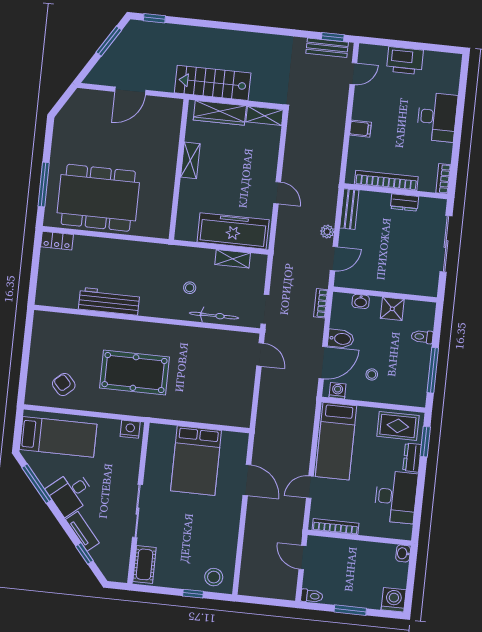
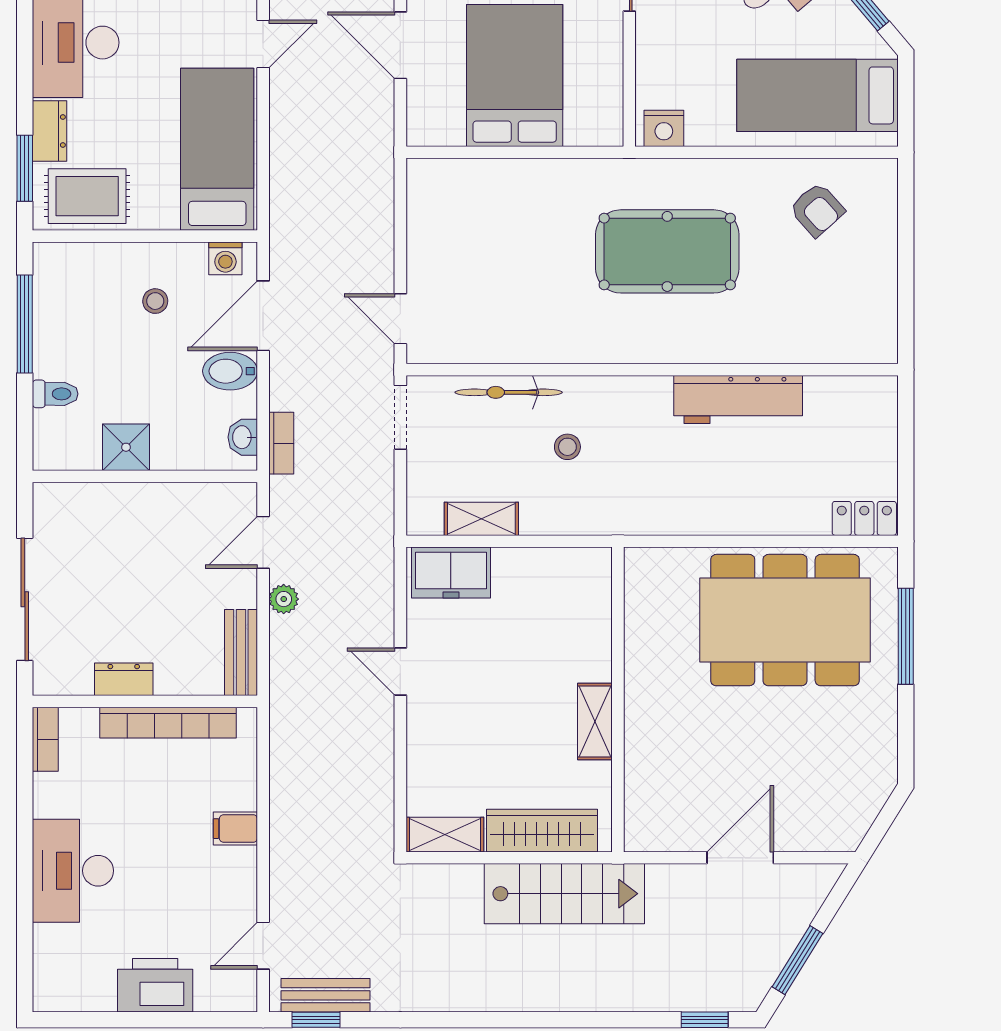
freezer: (233, 231) -> (451, 572), width x0.52, depth x0.79
washbasin: (361, 301) -> (243, 437), moved, turned -90

